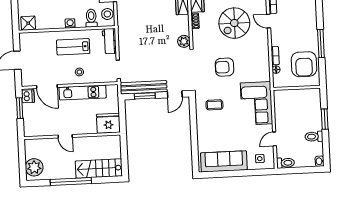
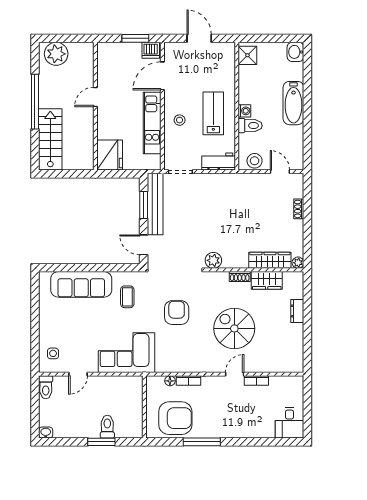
toilet: (91, 18) -> (250, 126), moved
armchair: (304, 64) -> (175, 418), turned 180
toilet: (314, 137) -> (107, 427), moved
door: (274, 139) -> (78, 374), swing flipped
sofa: (224, 161) -> (81, 284), moved, turned 90

